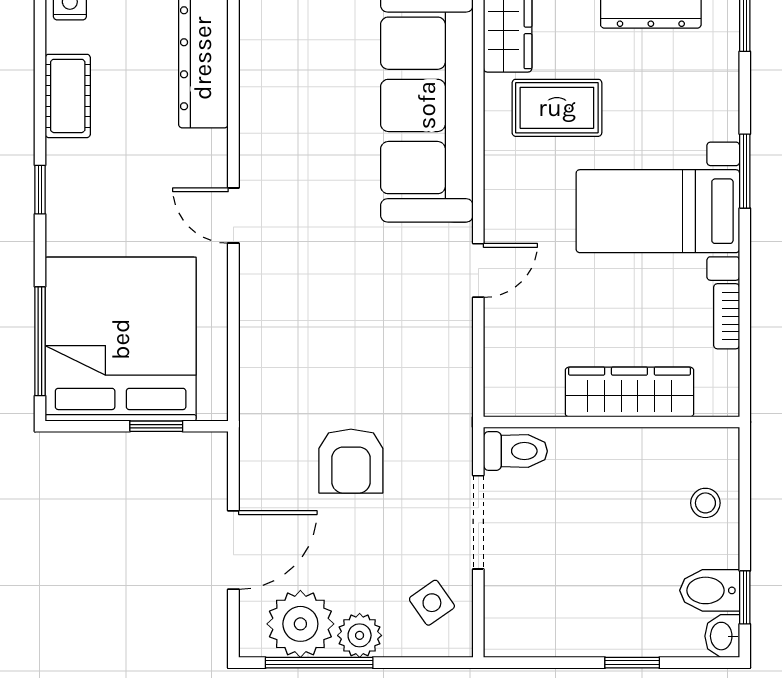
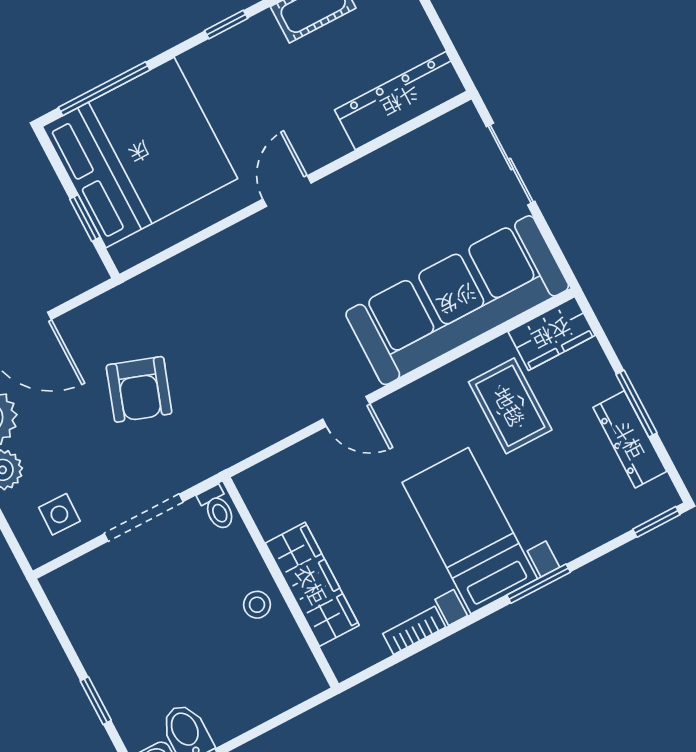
toilet: (515, 451) -> (217, 508), width x0.73, depth x0.72
armchair: (351, 461) -> (139, 389), turned -71
stool: (705, 503) -> (257, 605), moved
side table: (432, 603) -> (59, 514), turned 36

